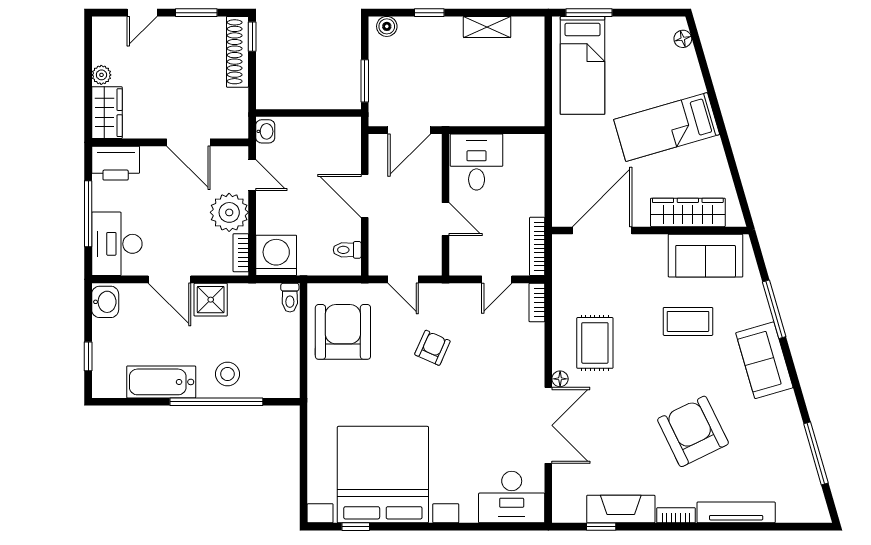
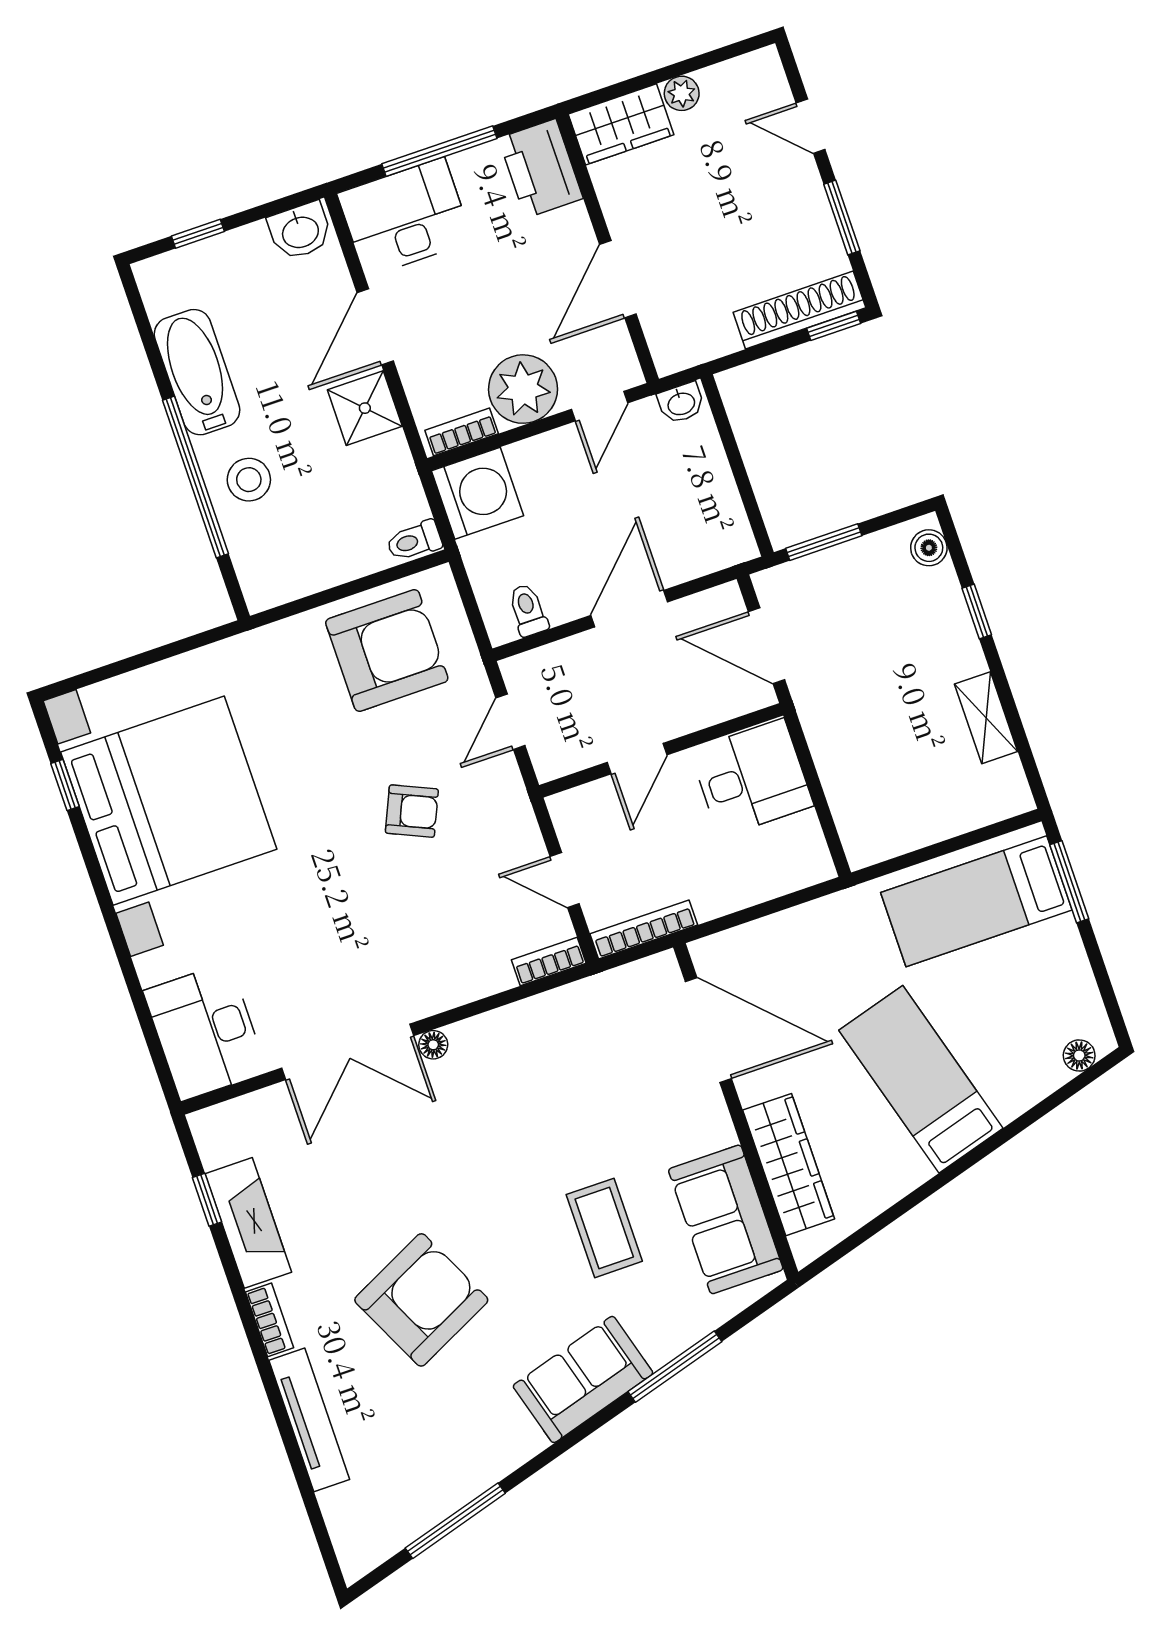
rug: (595, 343) -> (514, 1083), removed

